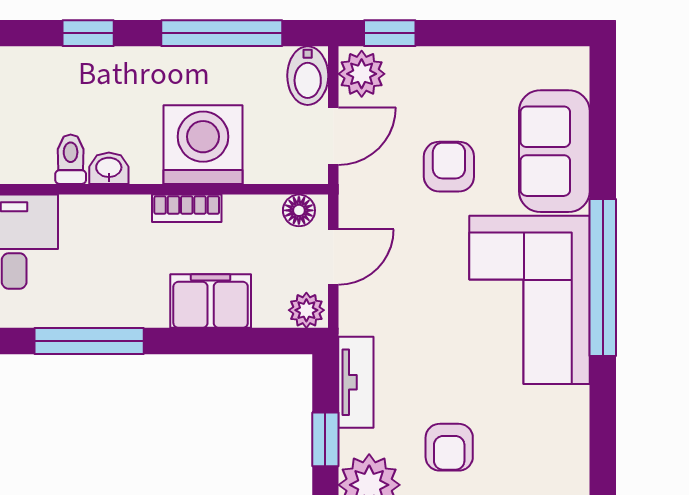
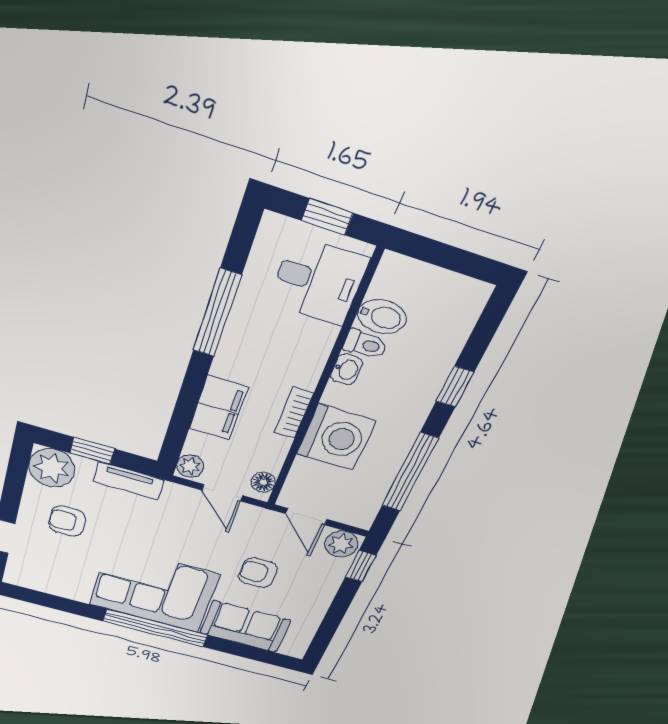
bidet: (308, 76) -> (382, 317), moved, turned 180
armchair: (449, 167) -> (258, 573), turned 180

